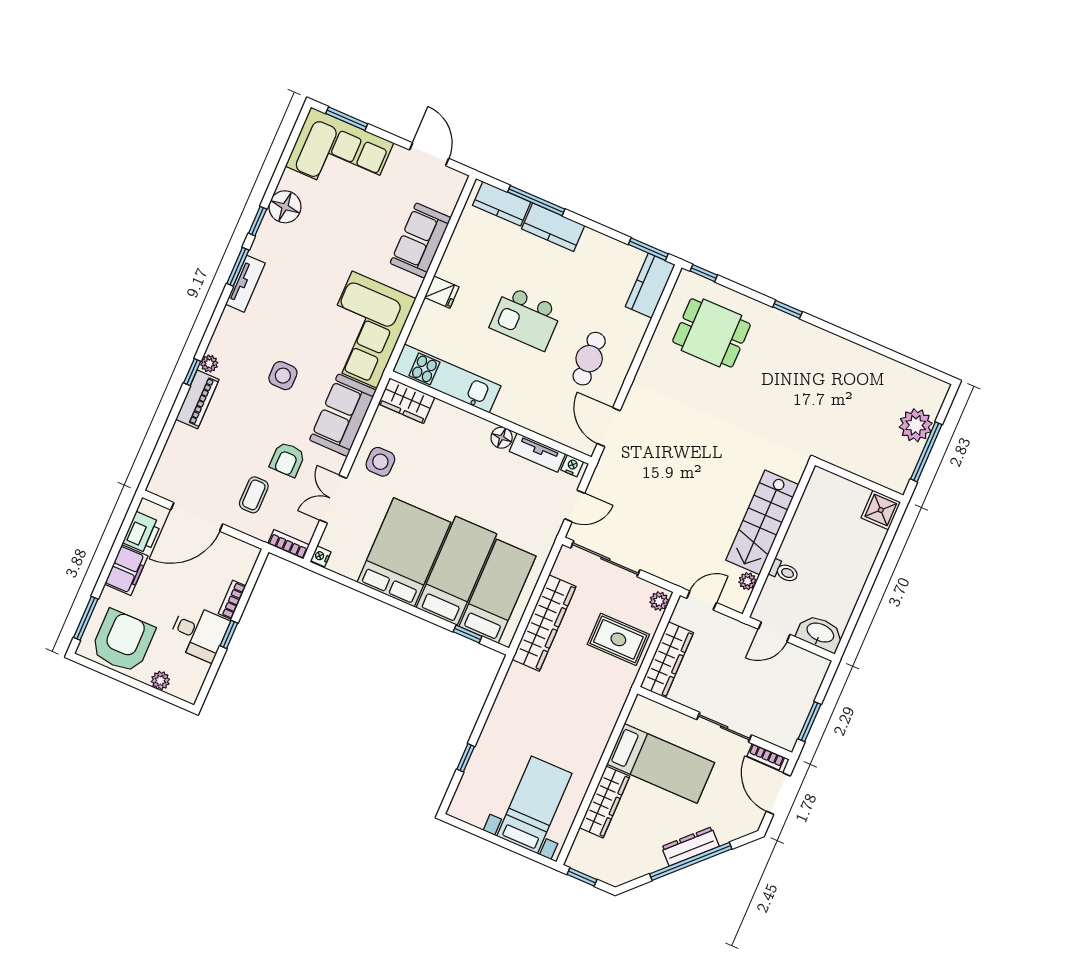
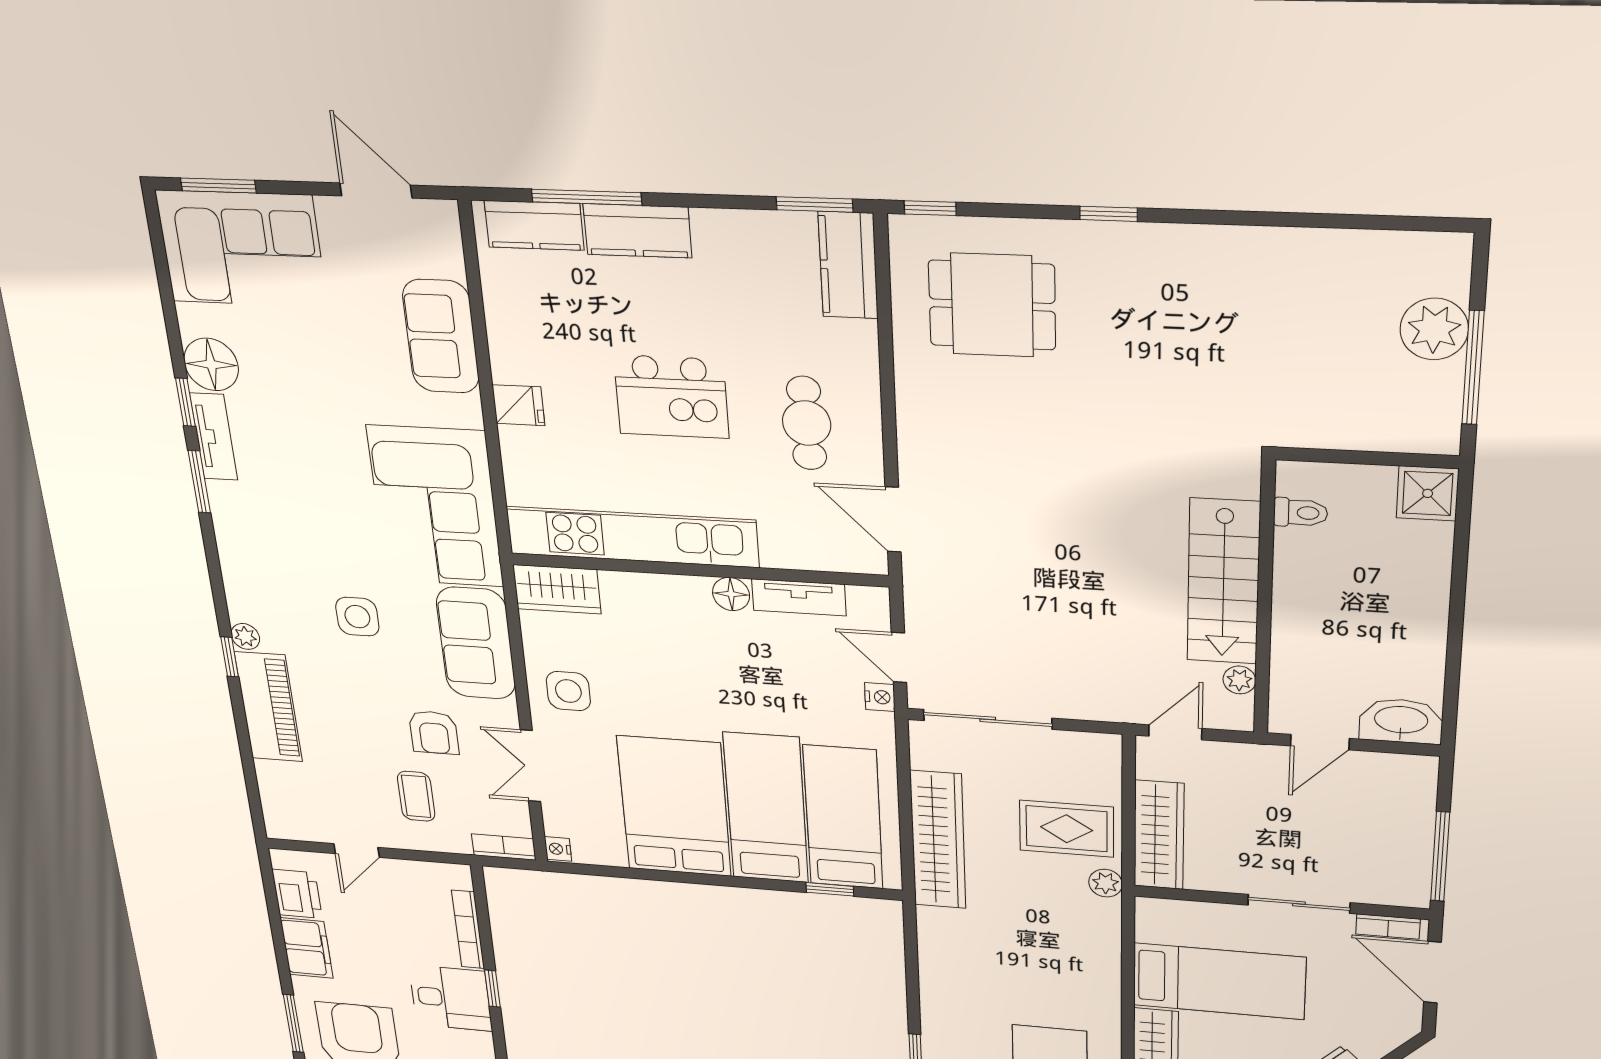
tv unit: (245, 284) -> (214, 437), moved
kitchen unit: (447, 378) -> (632, 537), width x1.36
piano: (197, 399) -> (269, 707), width x1.37, depth x1.33
nightstand: (572, 466) -> (880, 697), moved, turned 90
door: (575, 506) -> (899, 657), swing flipped
door: (197, 517) -> (357, 851), width x0.53
toilet: (784, 571) -> (1301, 513), moved
bookcase: (232, 600) -> (468, 929), width x1.56
plant: (659, 601) -> (1105, 883), moved
window: (809, 722) -> (1440, 857), width x1.44

